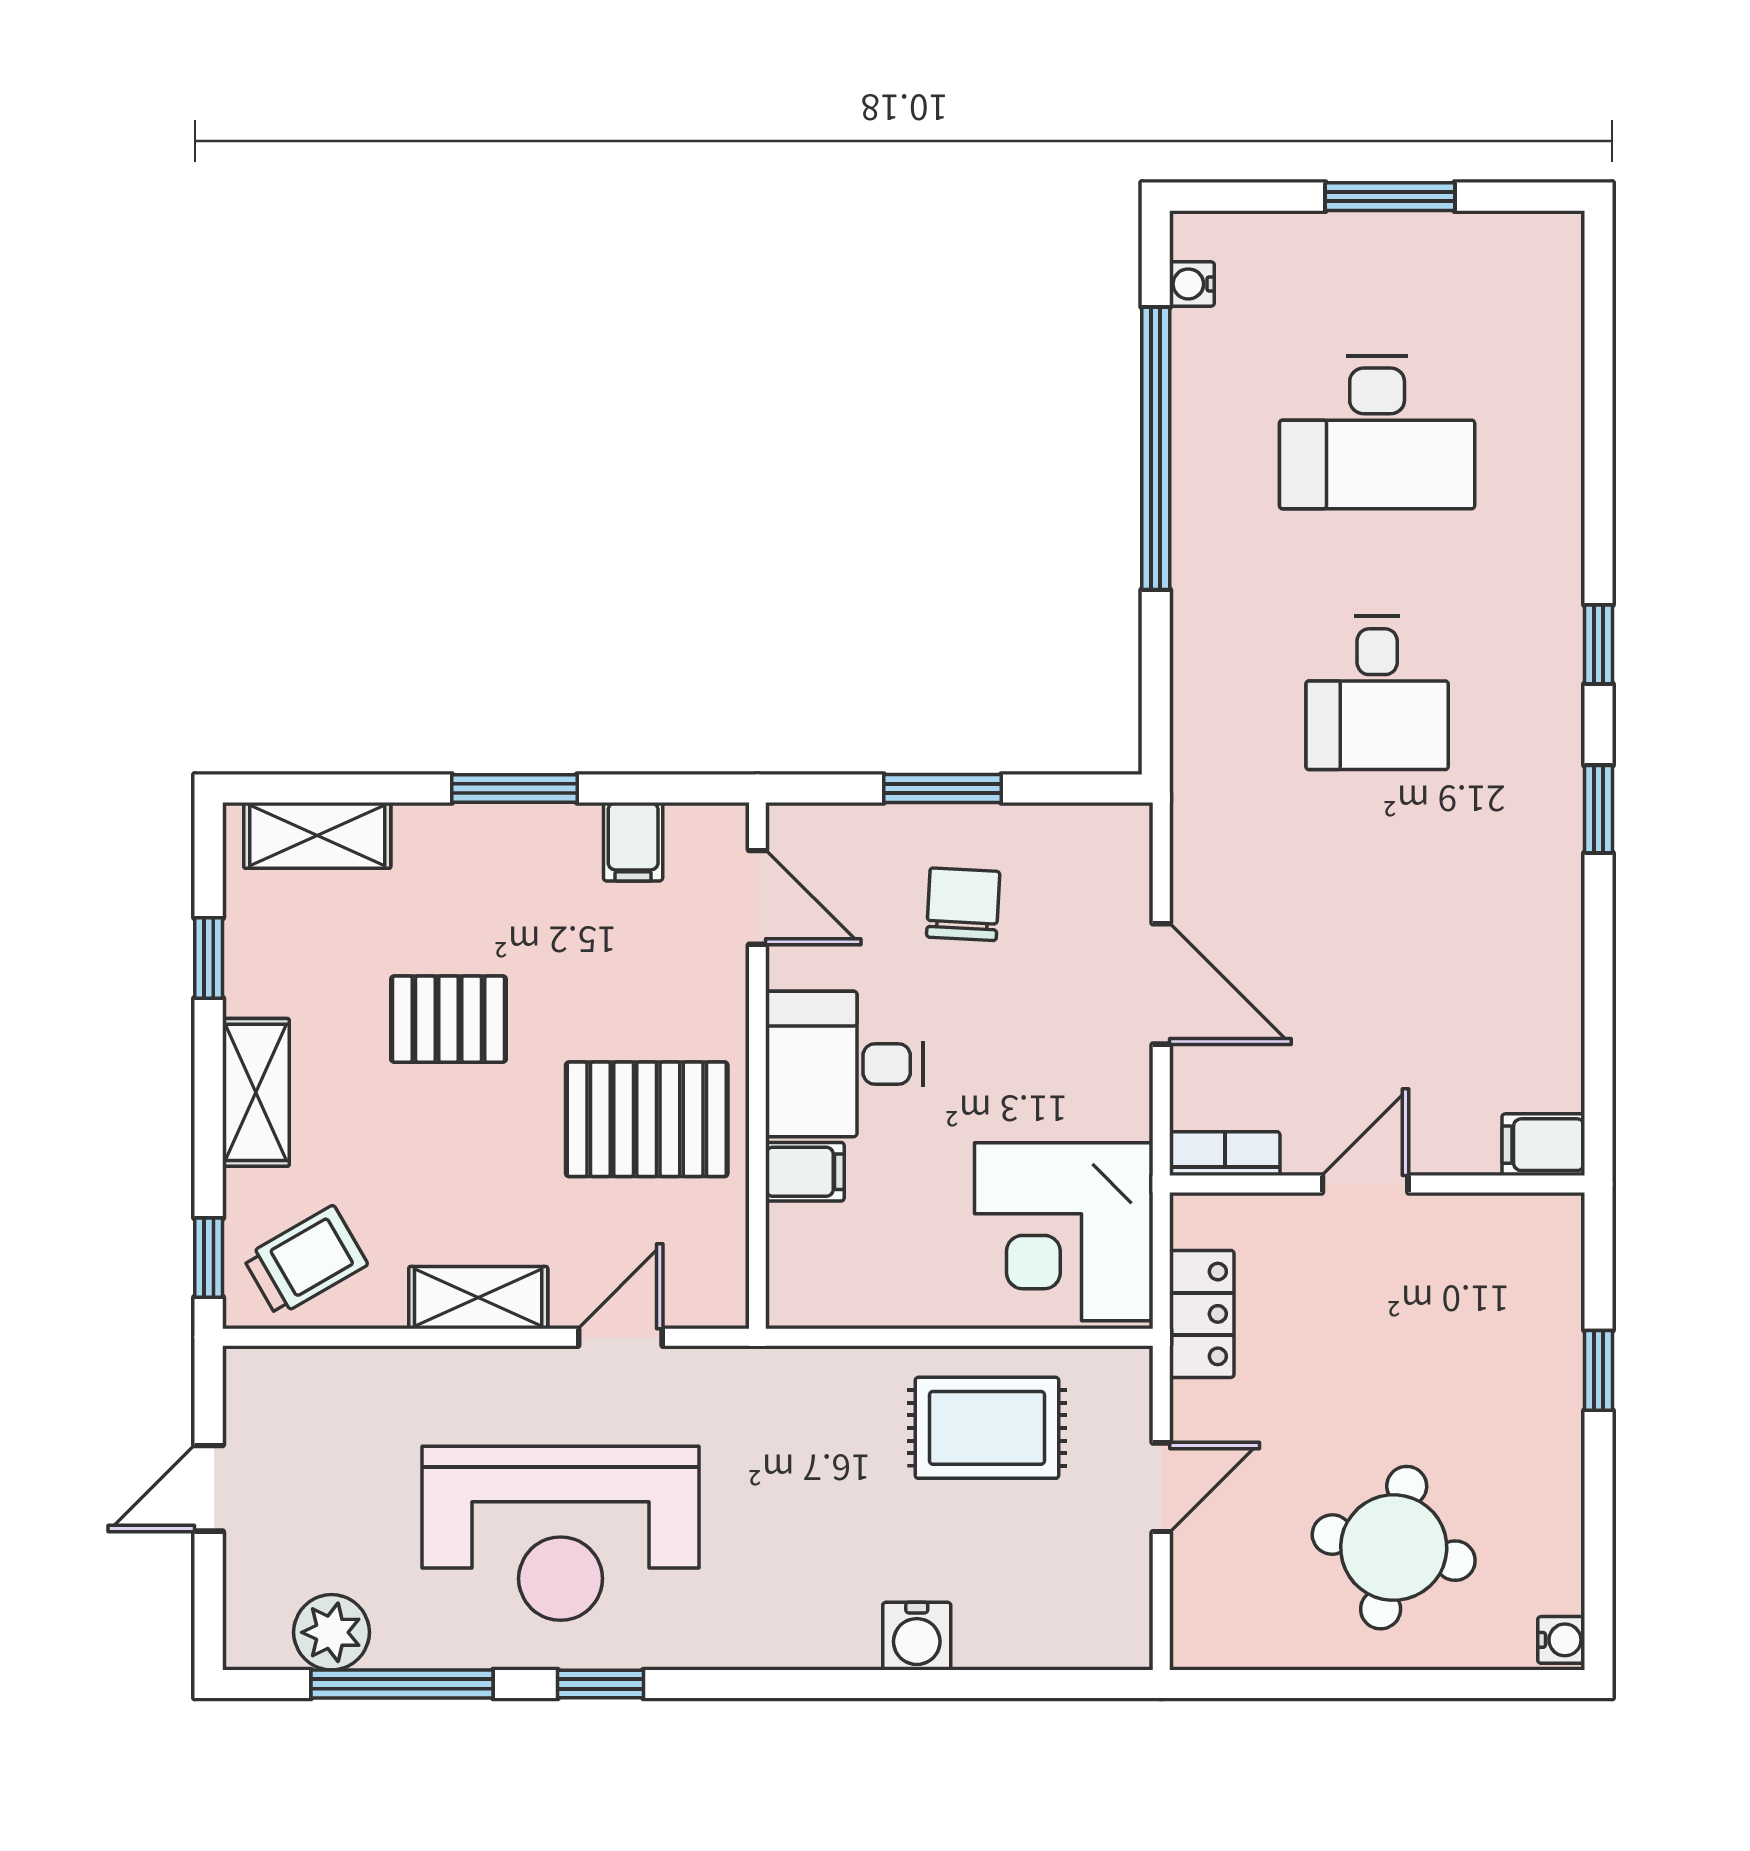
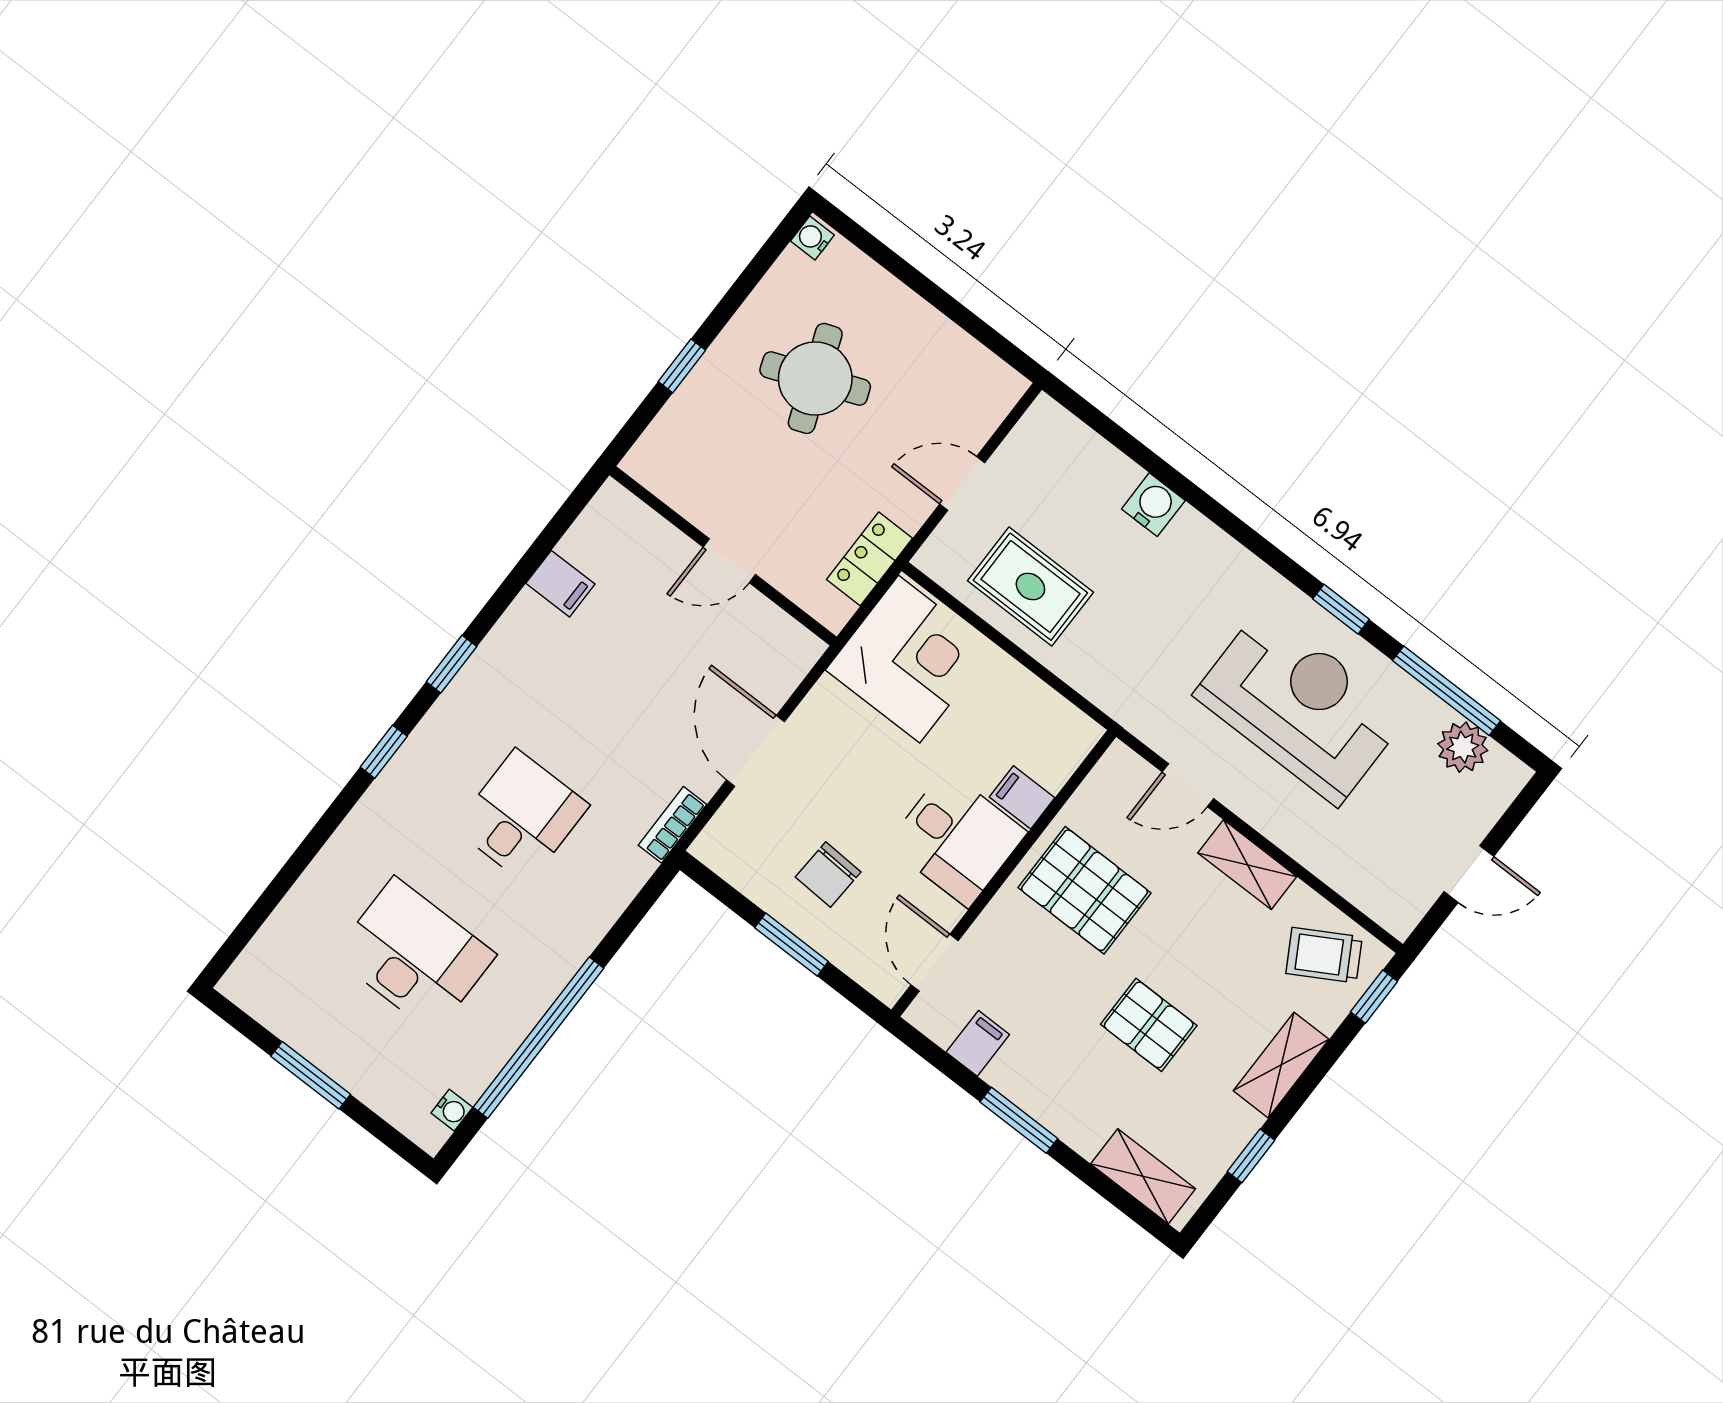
filing cabinet: (1543, 1145) -> (560, 584), moved
bookcase: (1225, 1154) -> (673, 825), moved, turned 90
round table: (1394, 1548) -> (815, 378), moved, turned -33

